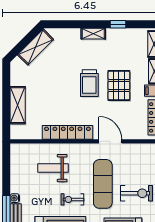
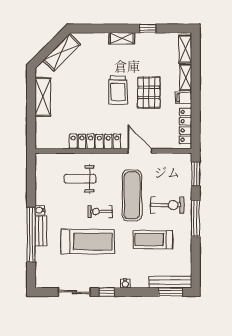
shelving: (18, 105) -> (43, 97), moved

